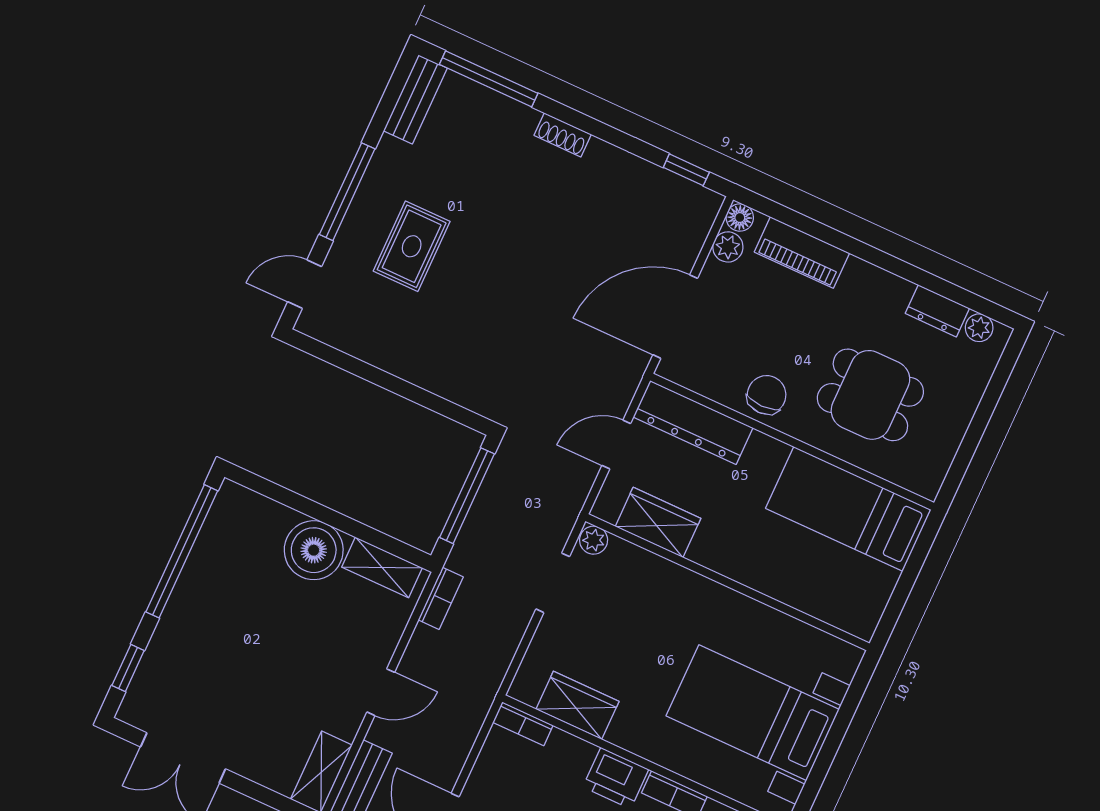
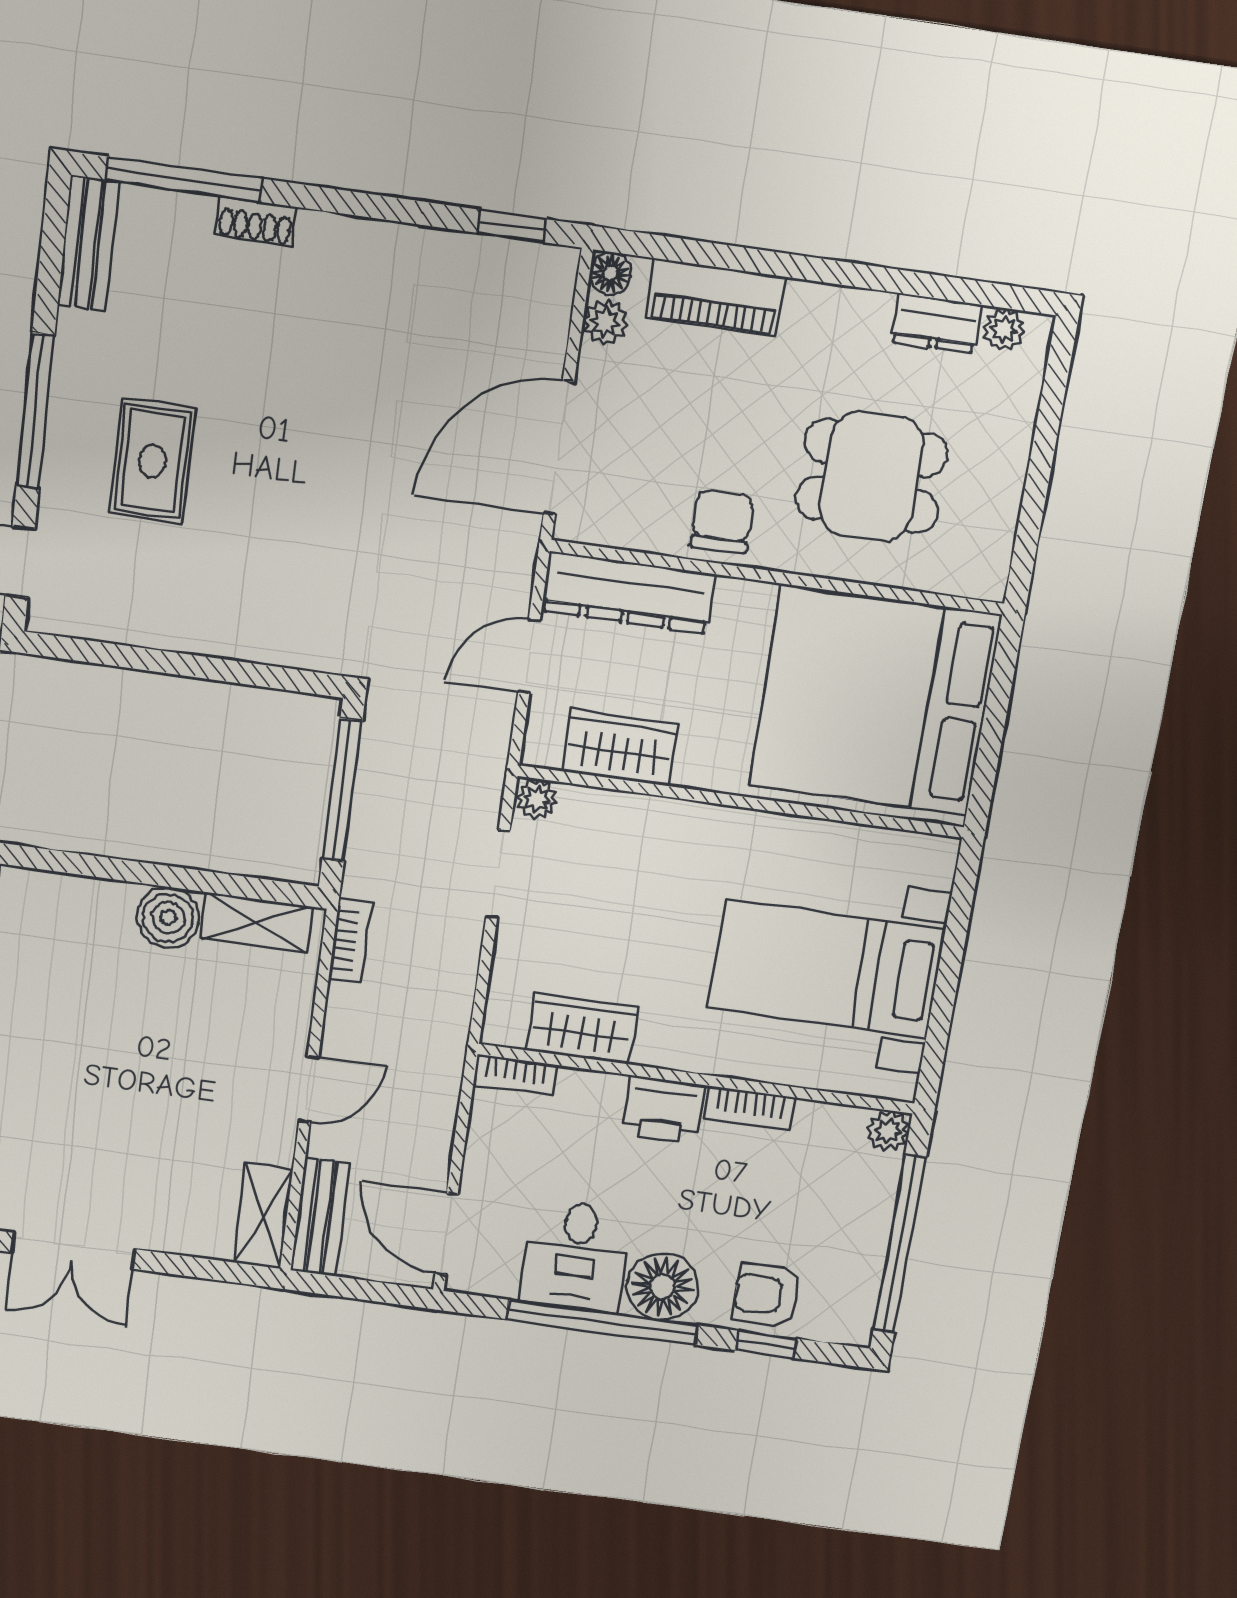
shoe rack: (563, 135) -> (256, 221), moved
bed: (848, 509) -> (875, 701), width x2.04
boiler: (314, 550) -> (168, 917), width x0.73, depth x0.73

